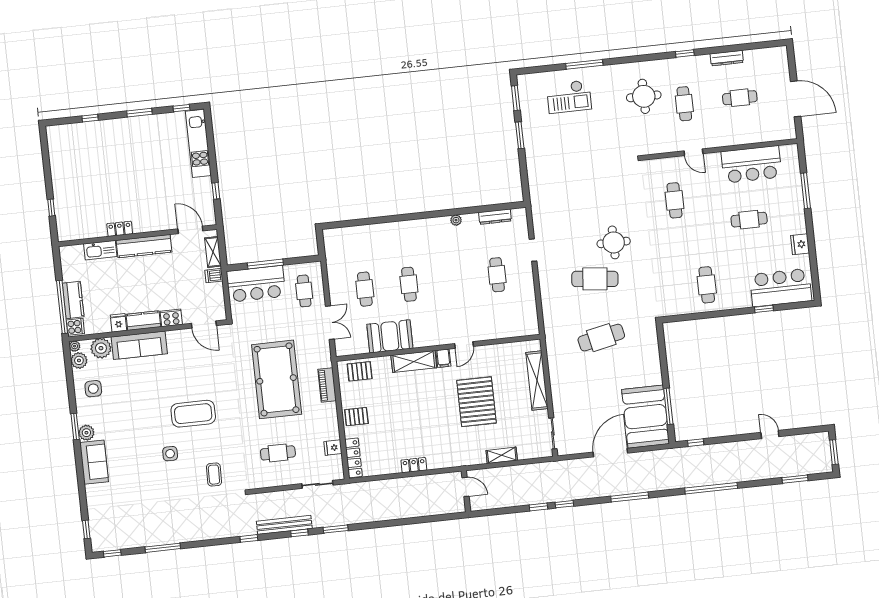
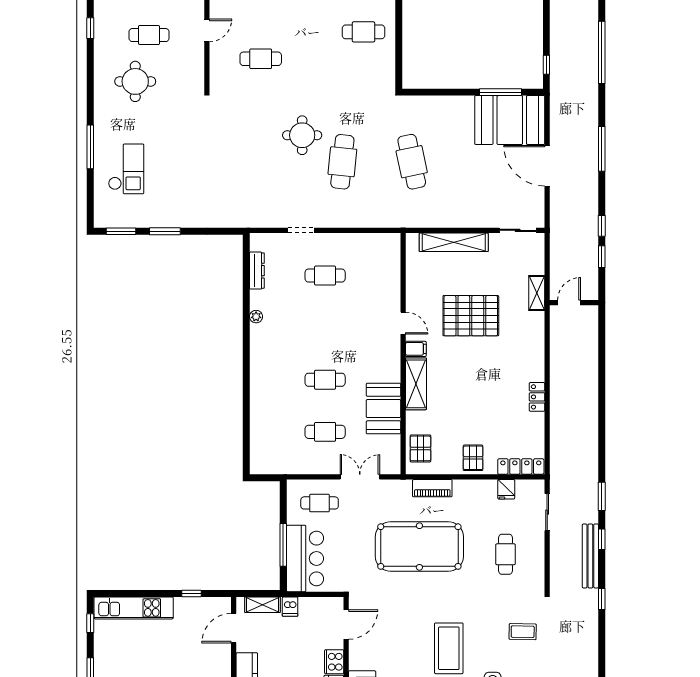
door: (465, 487) -> (569, 303), moved
wall: (466, 491) -> (574, 303), moved

